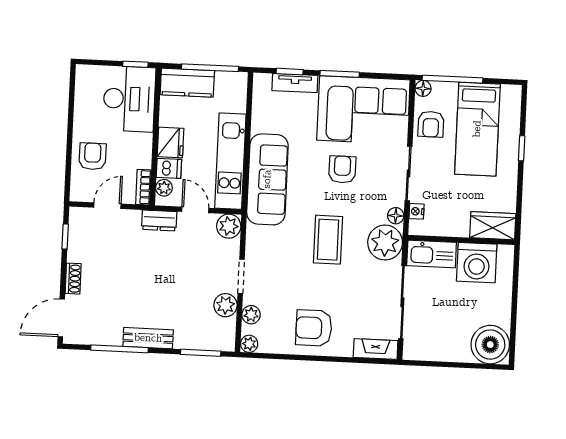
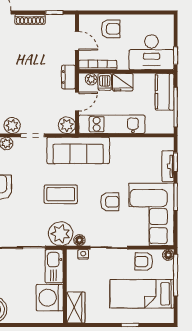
sofa: (267, 179) -> (78, 150), moved
bookcase: (143, 187) -> (98, 65), width x1.56
shoe rack: (73, 279) -> (30, 19), width x1.43

